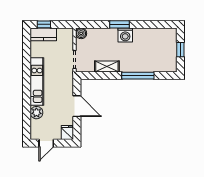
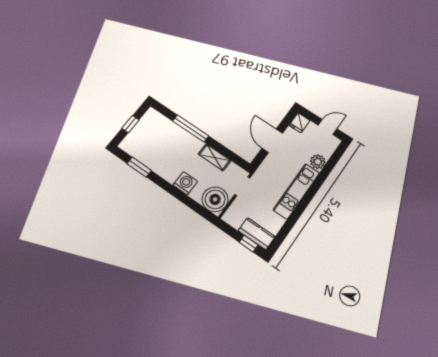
window: (120, 24) -> (139, 167), moved
boiler: (81, 33) -> (215, 199), width x1.86, depth x1.86
washing machine: (125, 35) -> (185, 183), moved

